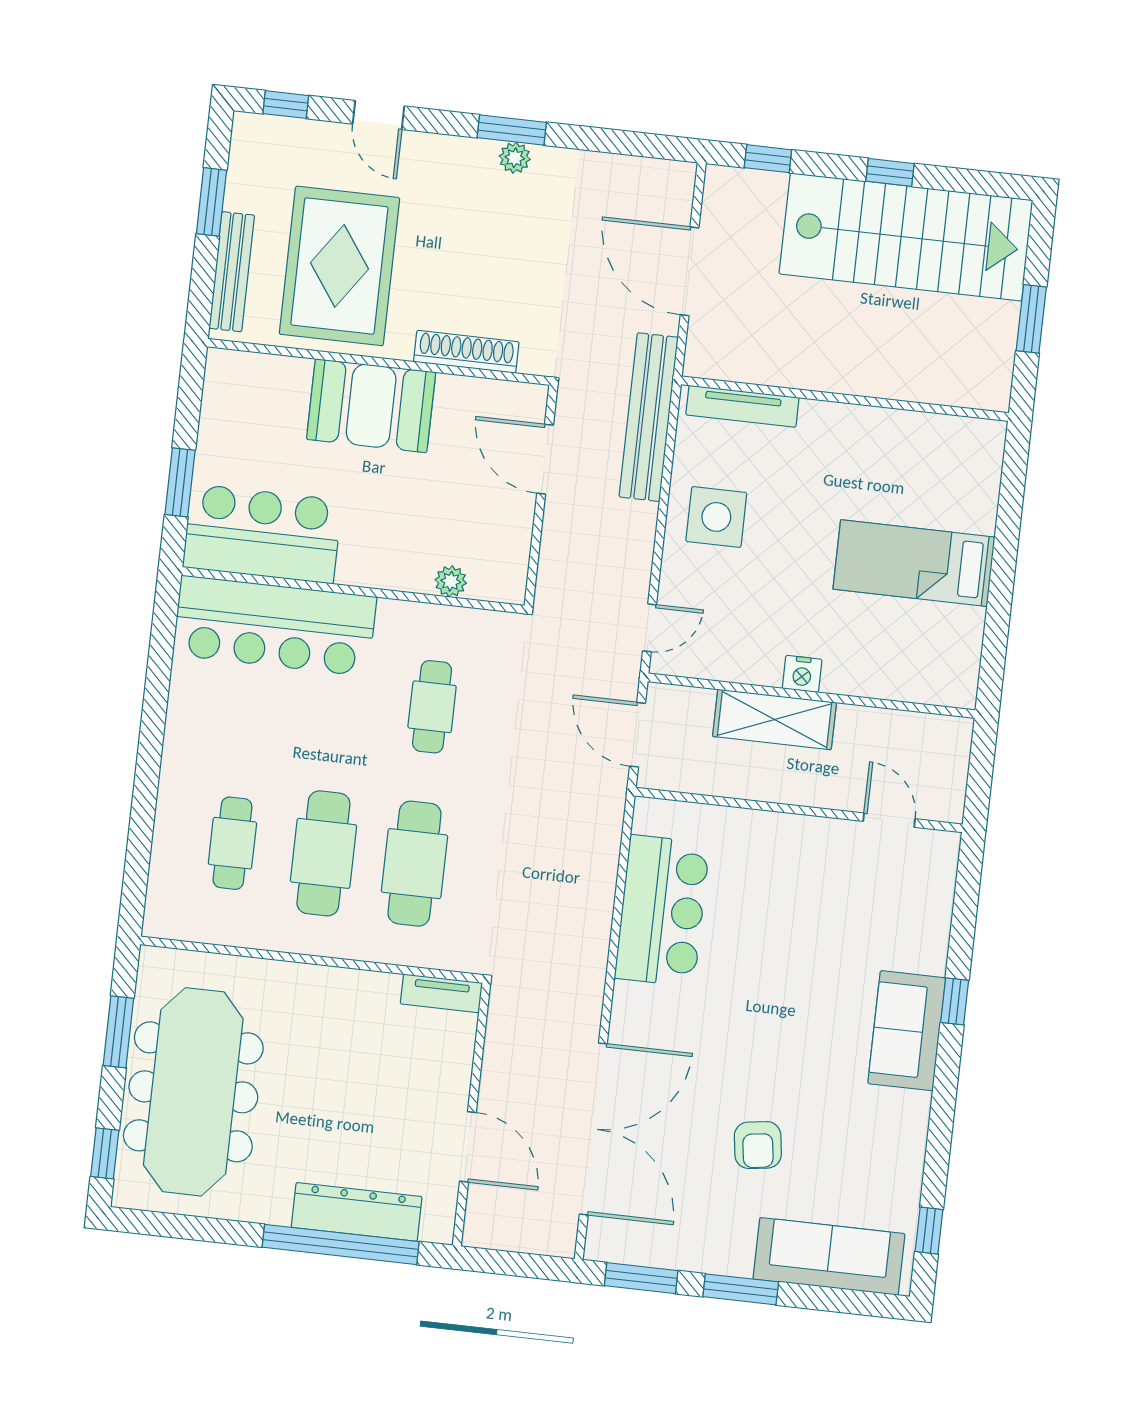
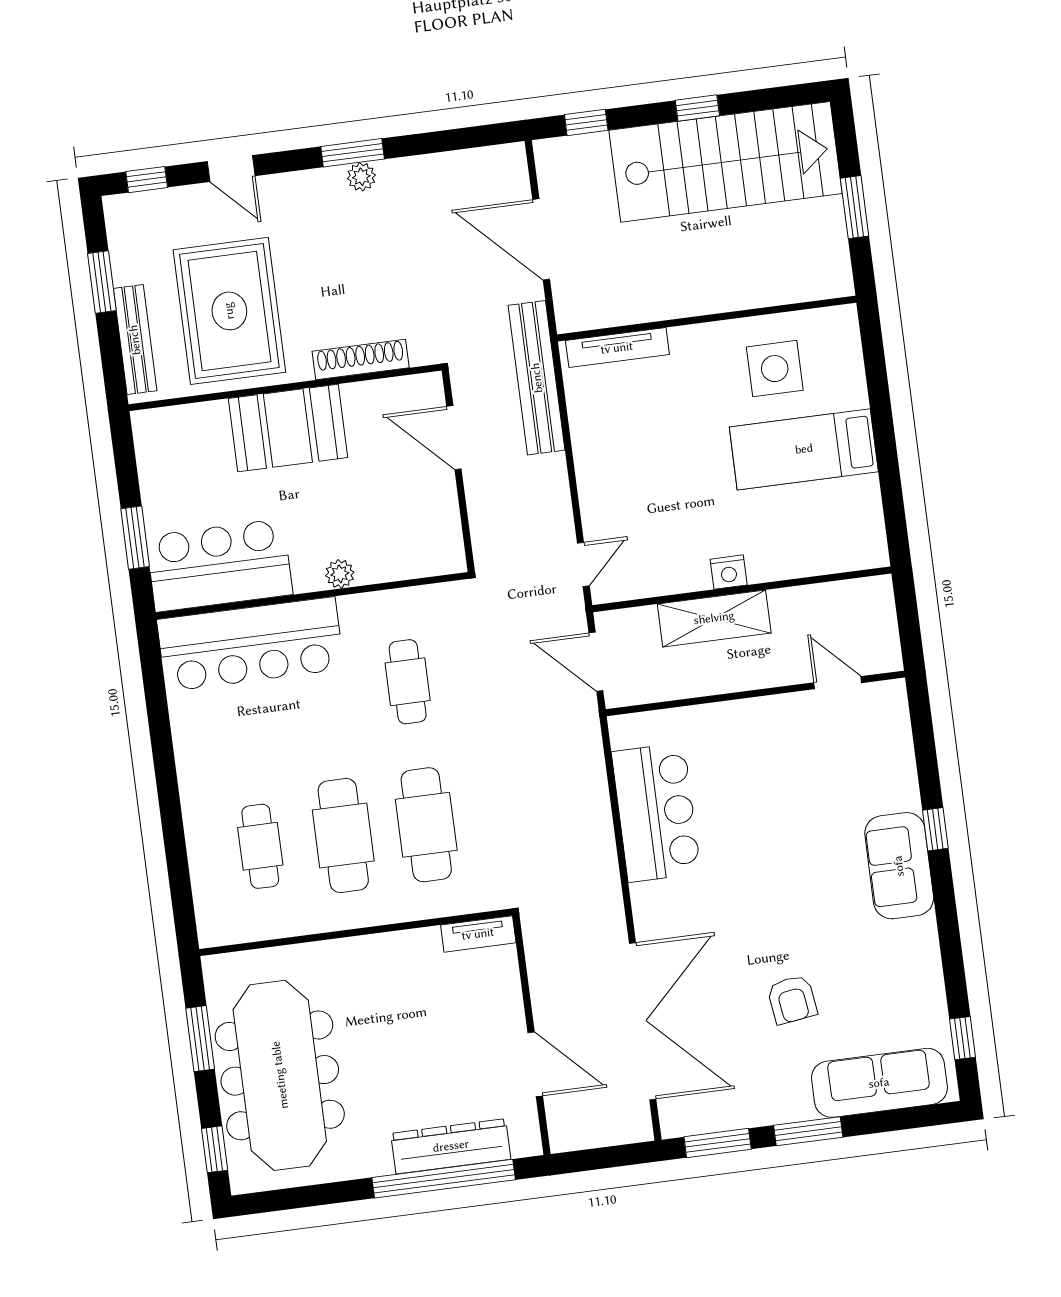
side table: (716, 517) -> (775, 369), moved
plant: (451, 581) -> (340, 574), moved

